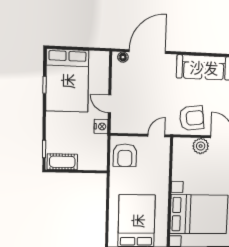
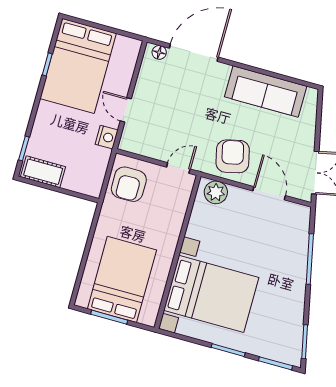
armchair: (192, 118) -> (233, 156), turned -96
plant: (201, 146) -> (216, 192), moved

